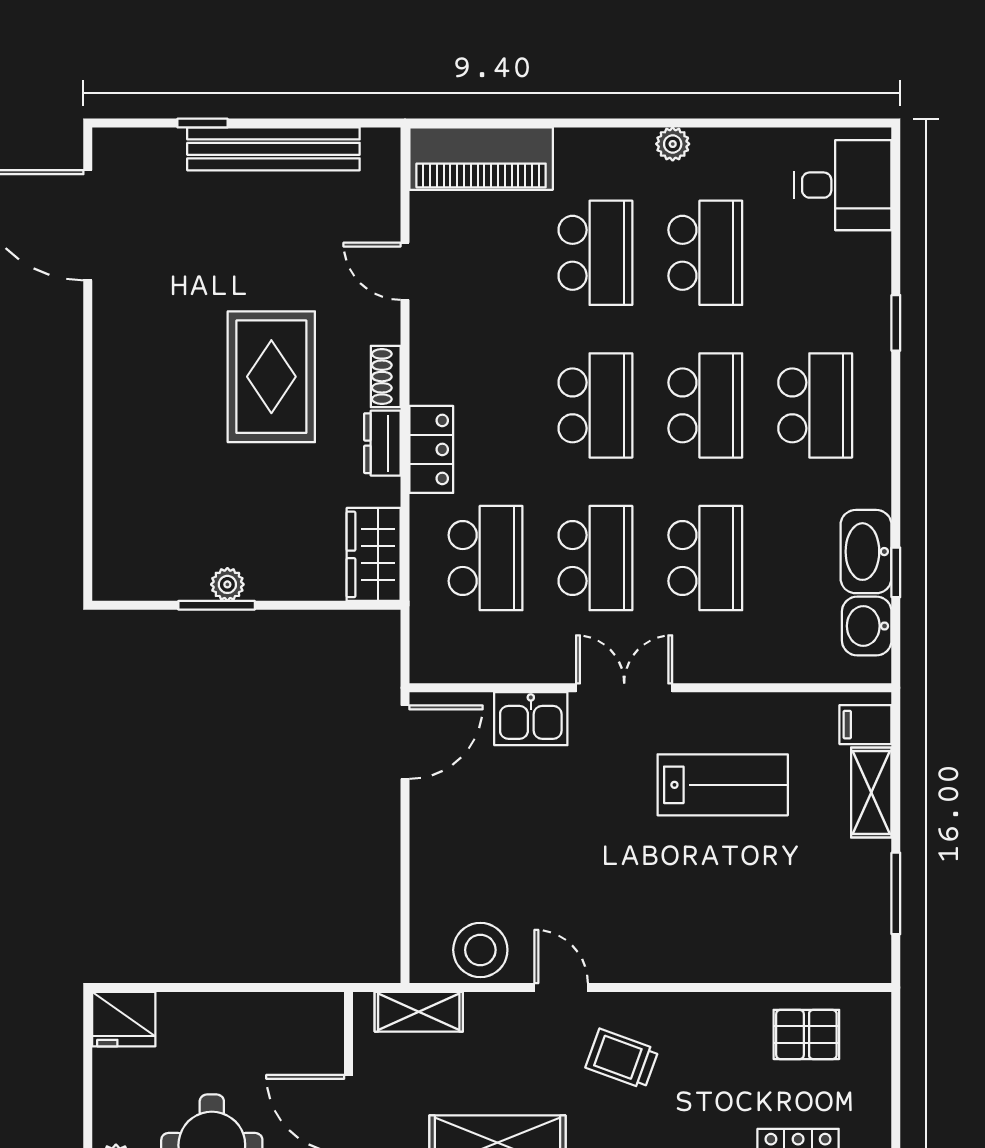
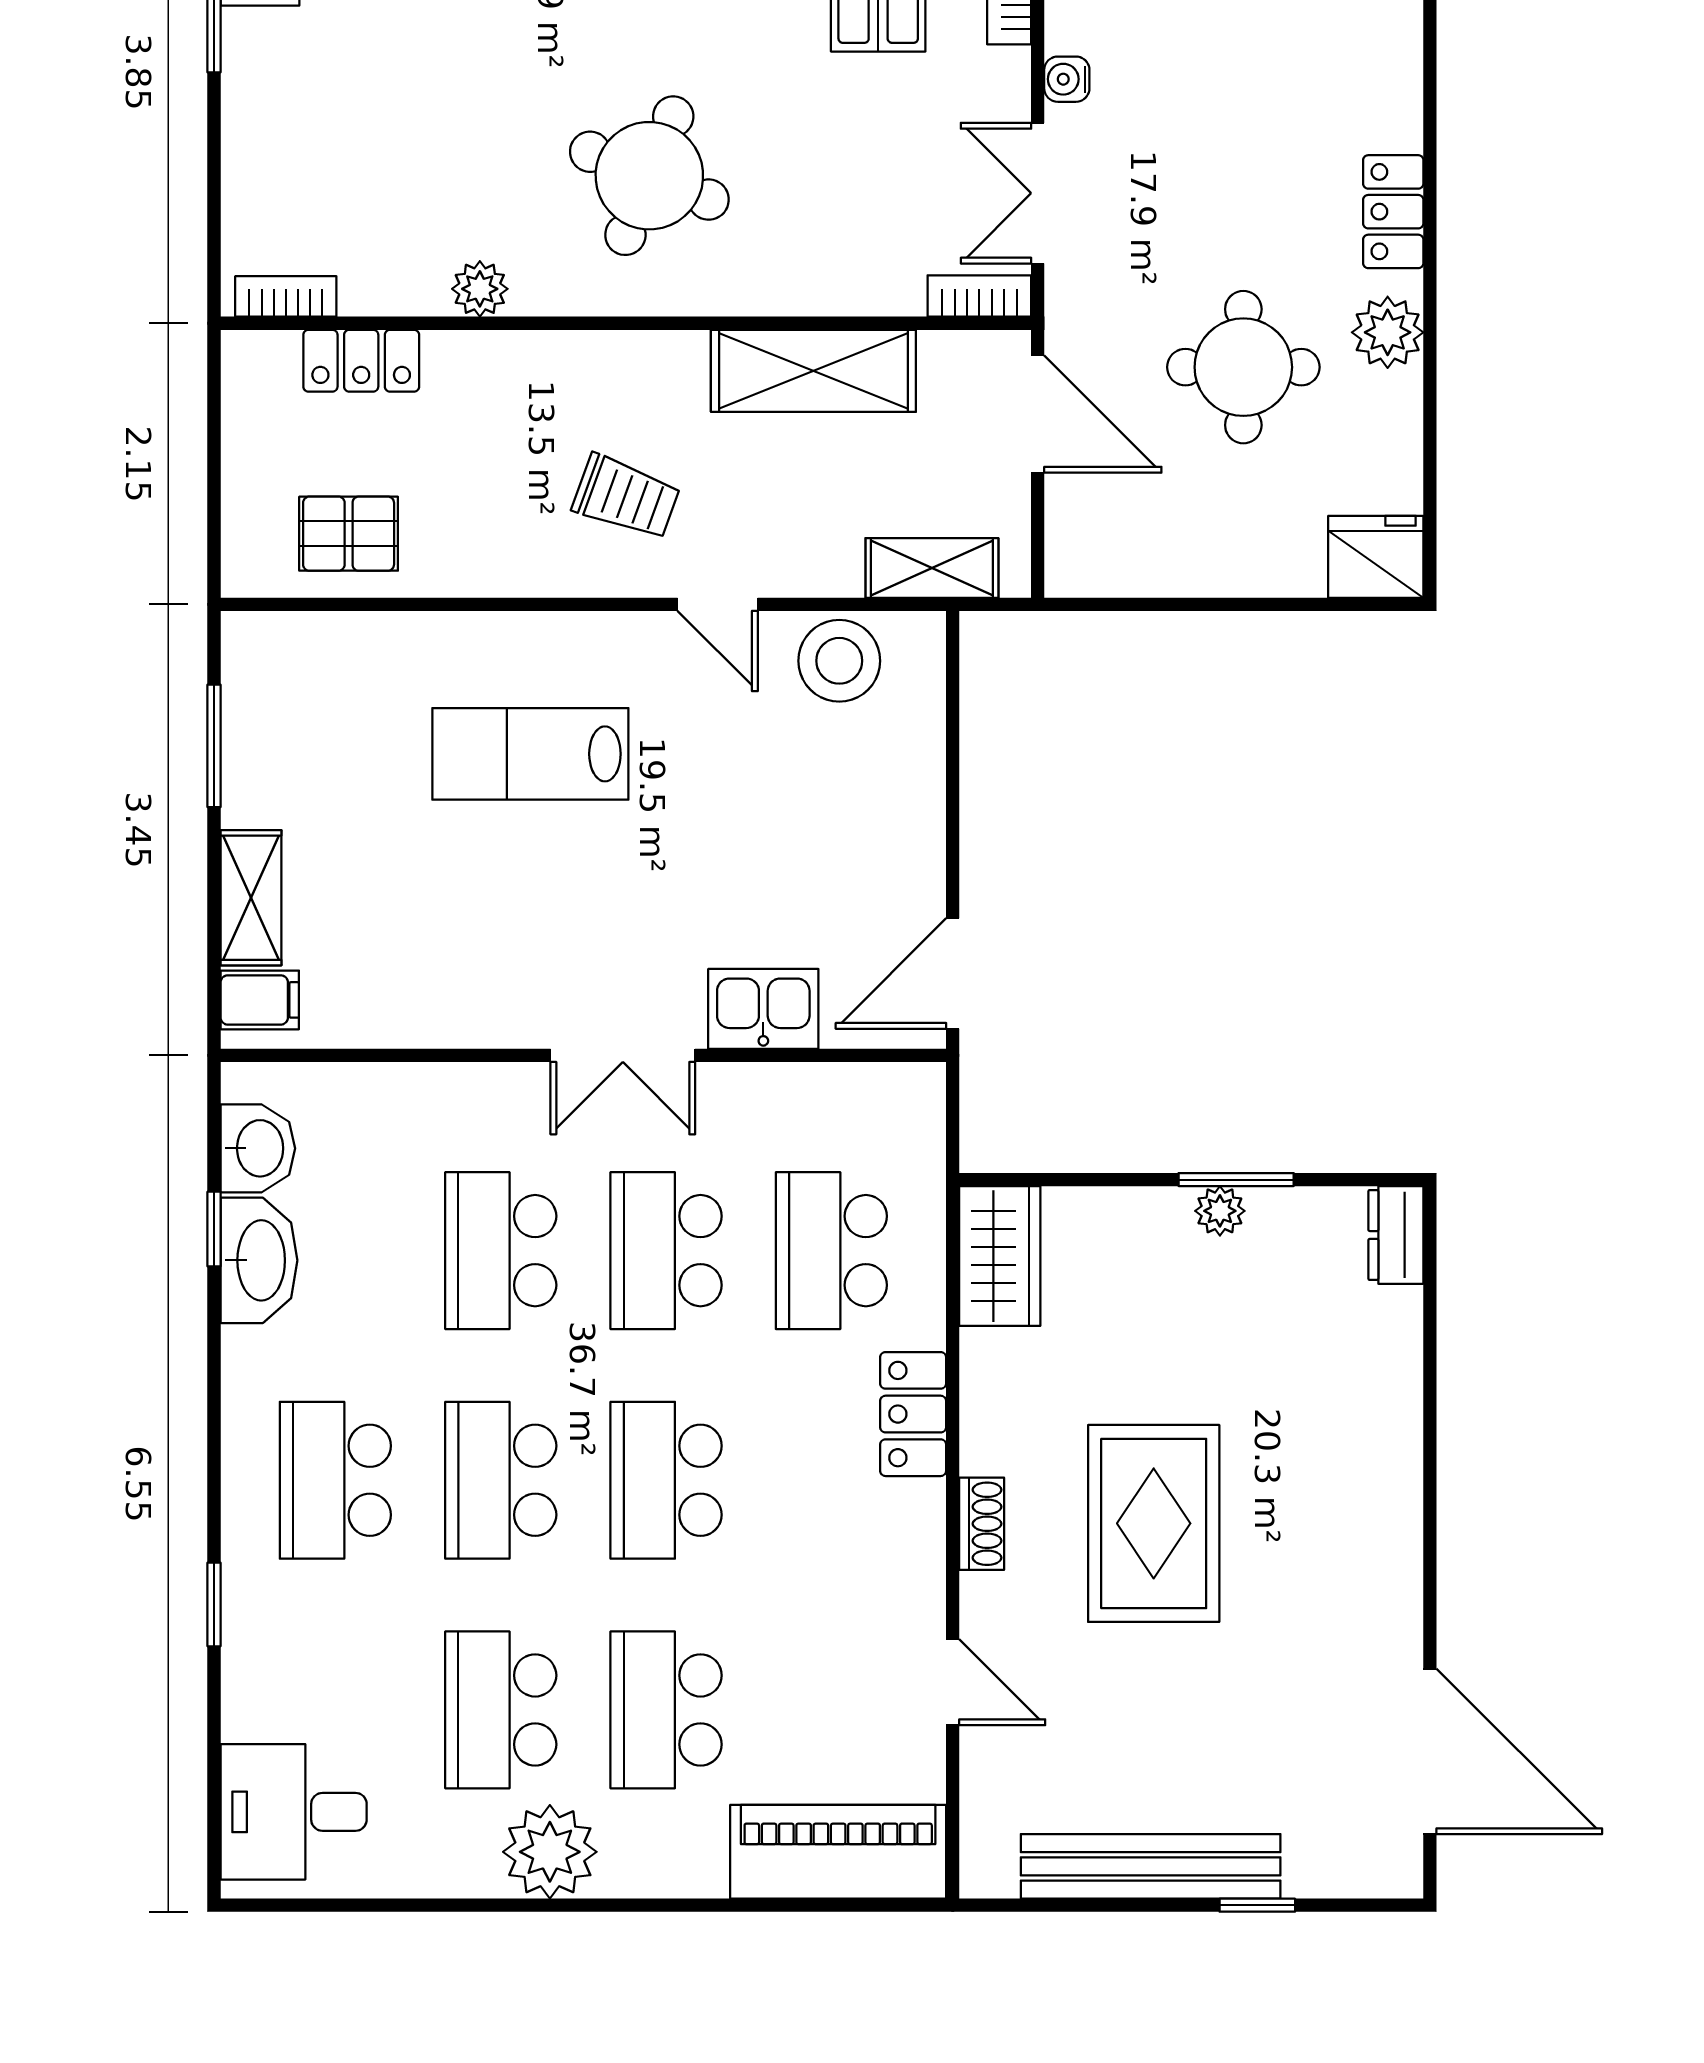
plant: (673, 144) -> (550, 1852), width x1.87, depth x1.87
dresser: (382, 443) -> (1396, 1235), moved, turned 180
lab bench: (723, 785) -> (530, 754), moved

